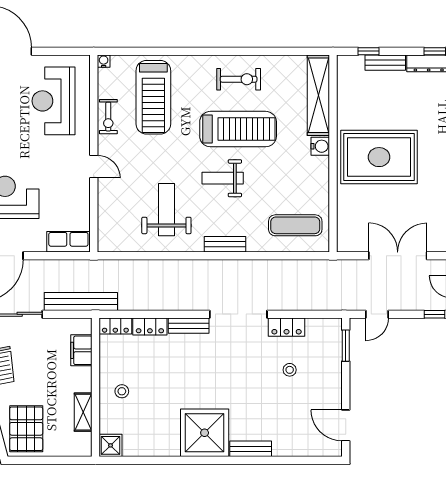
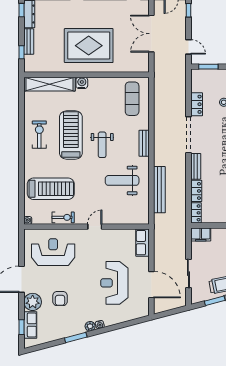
reception desk: (54, 101) -> (53, 252), turned 180
rug: (379, 157) -> (89, 46), turned 90
bench: (81, 301) -> (159, 190), moved
filing cabinet: (81, 350) -> (201, 234), moved

